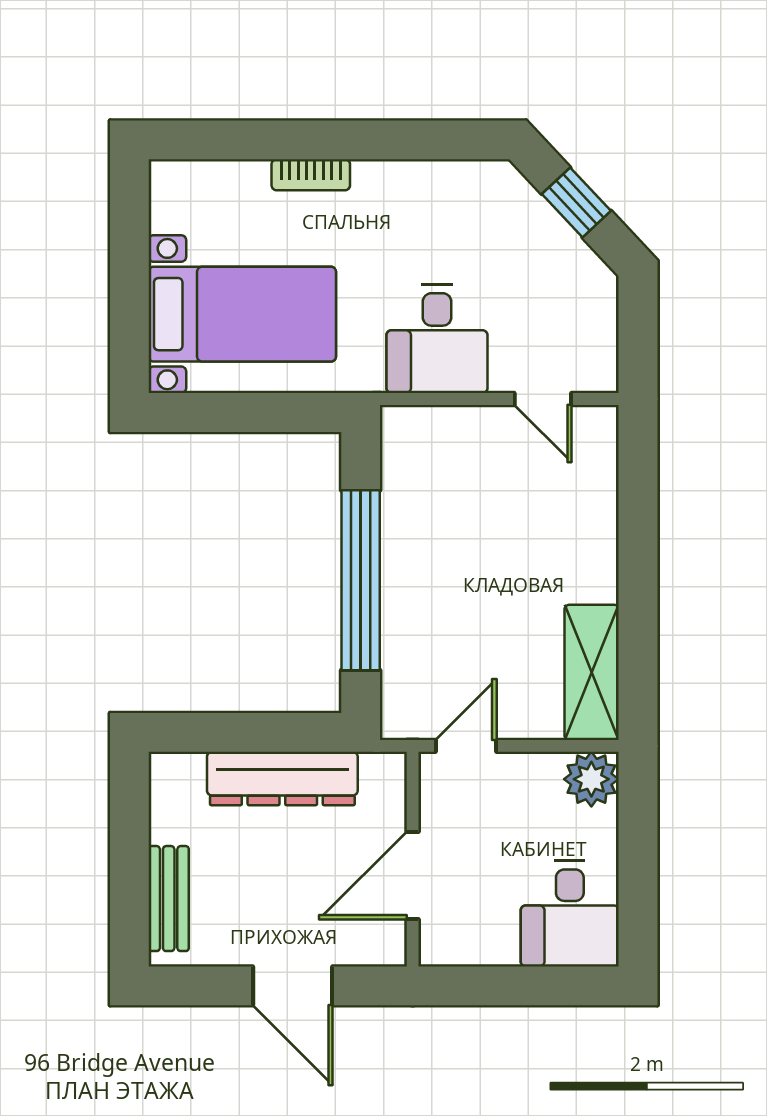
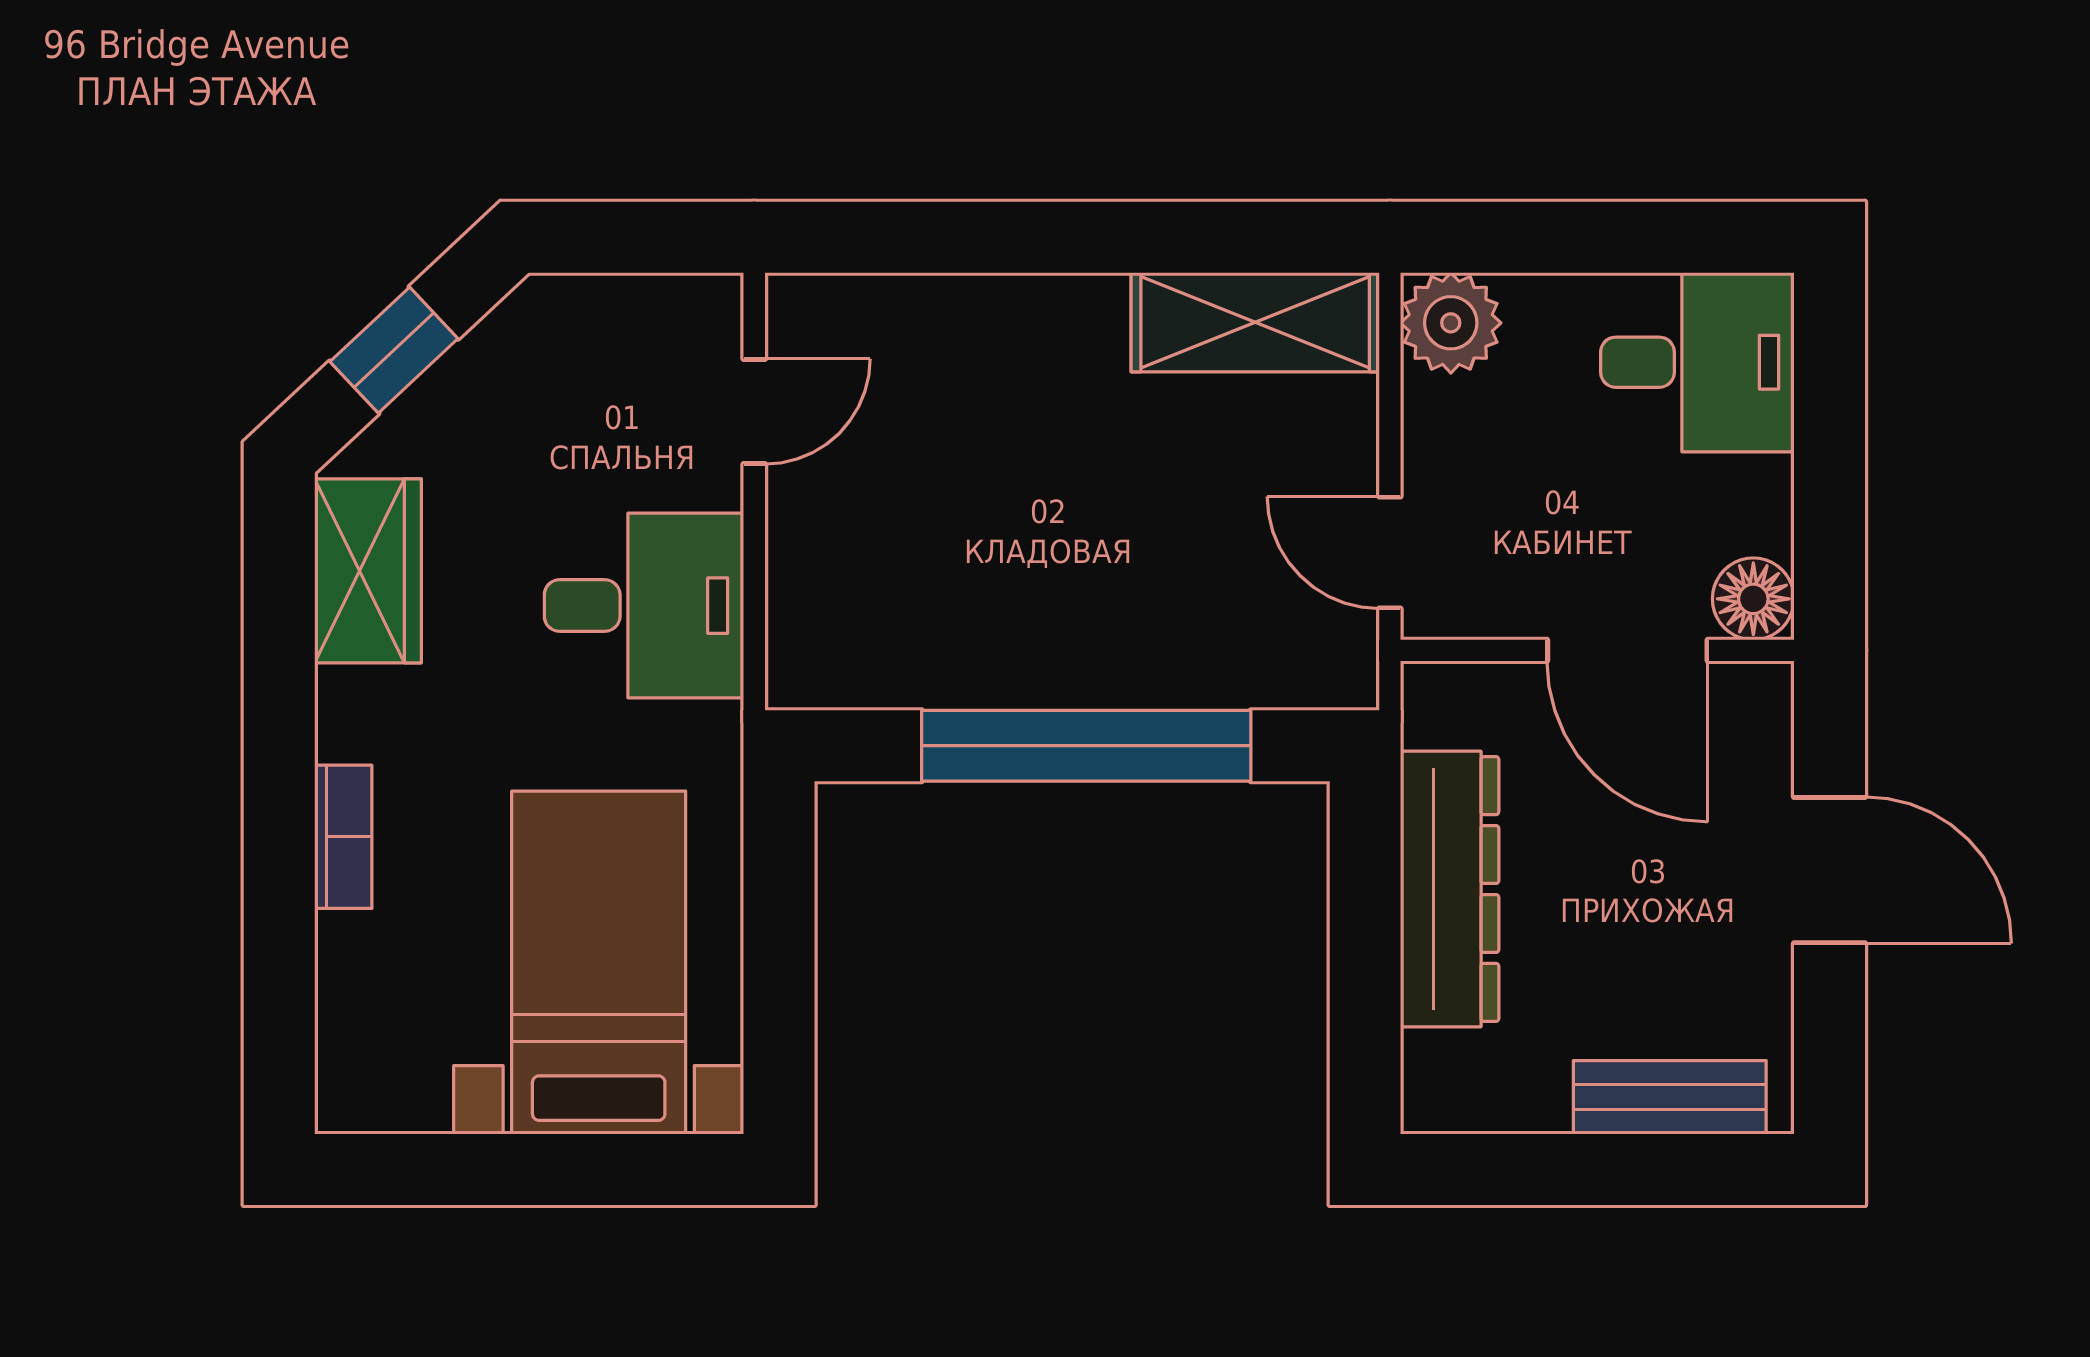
wardrobe: (456, 188) -> (368, 571), added
floor lamp: (441, 944) -> (1753, 599), added
door: (293, 986) -> (1830, 870), hinge flipped

